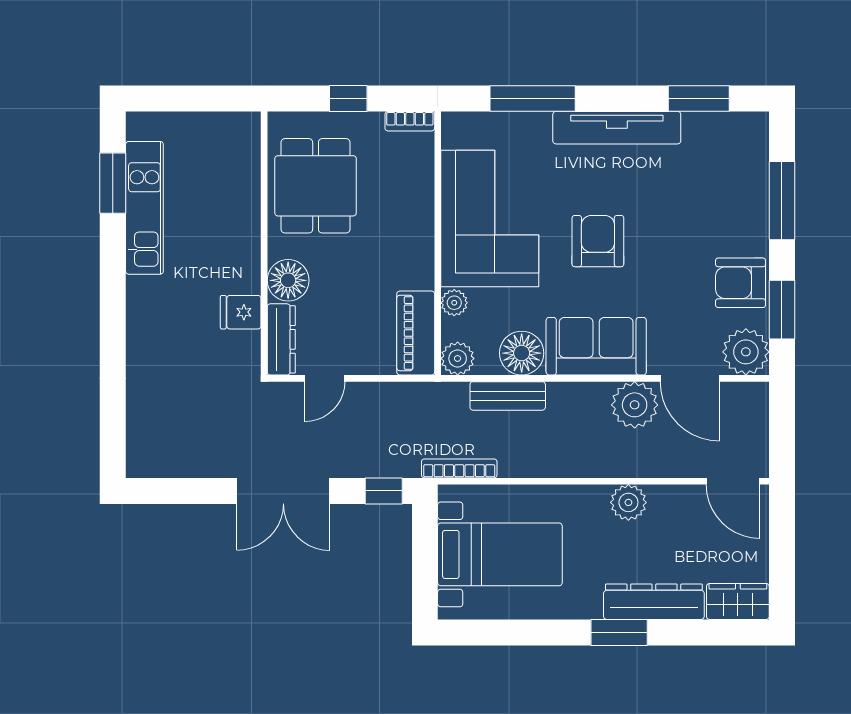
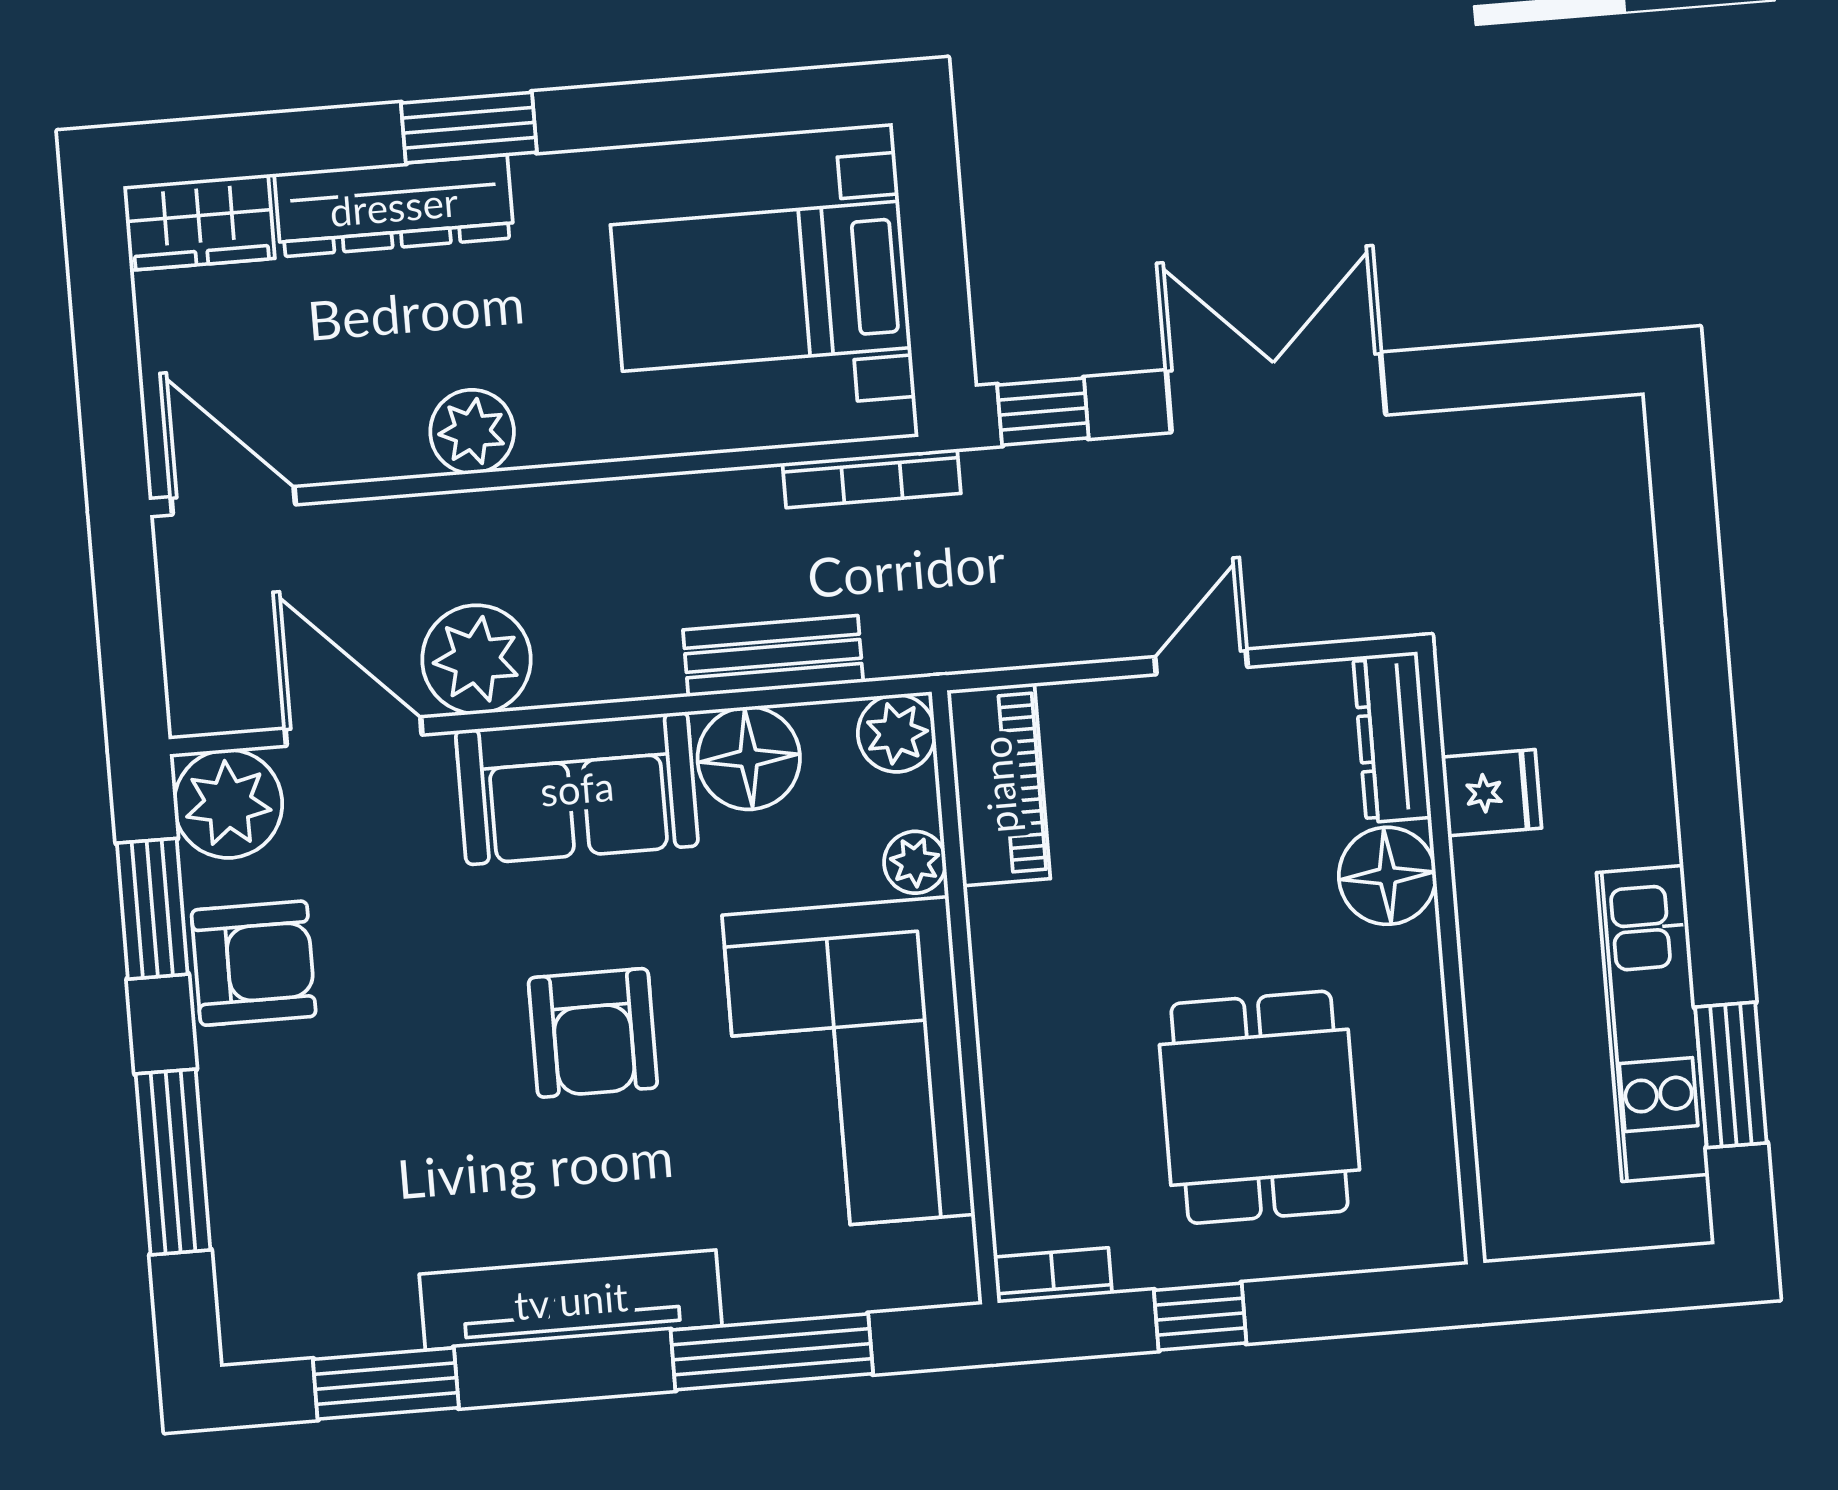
wall: (264, 243) -> (1450, 957), moved
floor lamp: (288, 280) -> (1387, 876), moved
fridge: (241, 312) -> (1492, 793), moved
dresser: (281, 339) -> (1392, 737), moved

